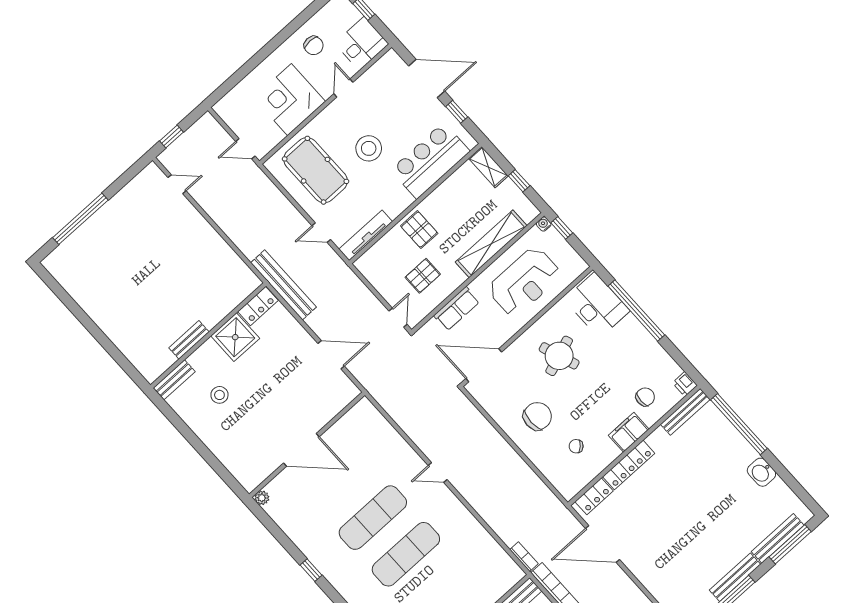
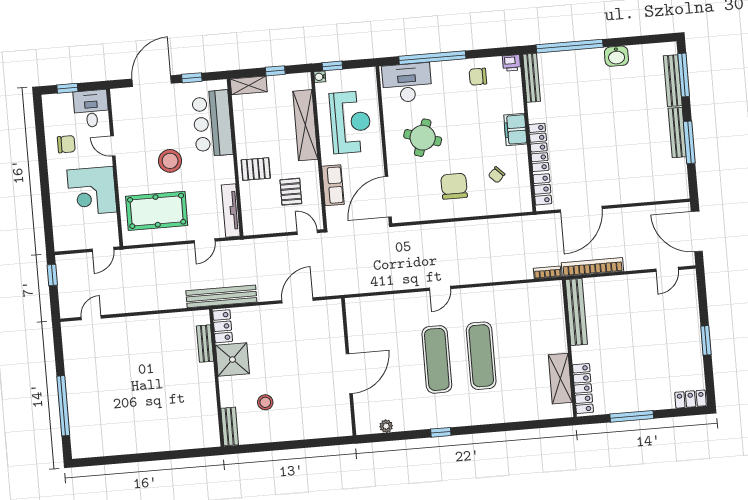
window: (172, 137) -> (52, 275), moved
bench: (189, 340) -> (205, 344), moved
round table: (559, 356) -> (423, 138), turned 38
chair: (645, 397) -> (478, 77), moved, turned -90
plant: (262, 498) -> (386, 426), moved

